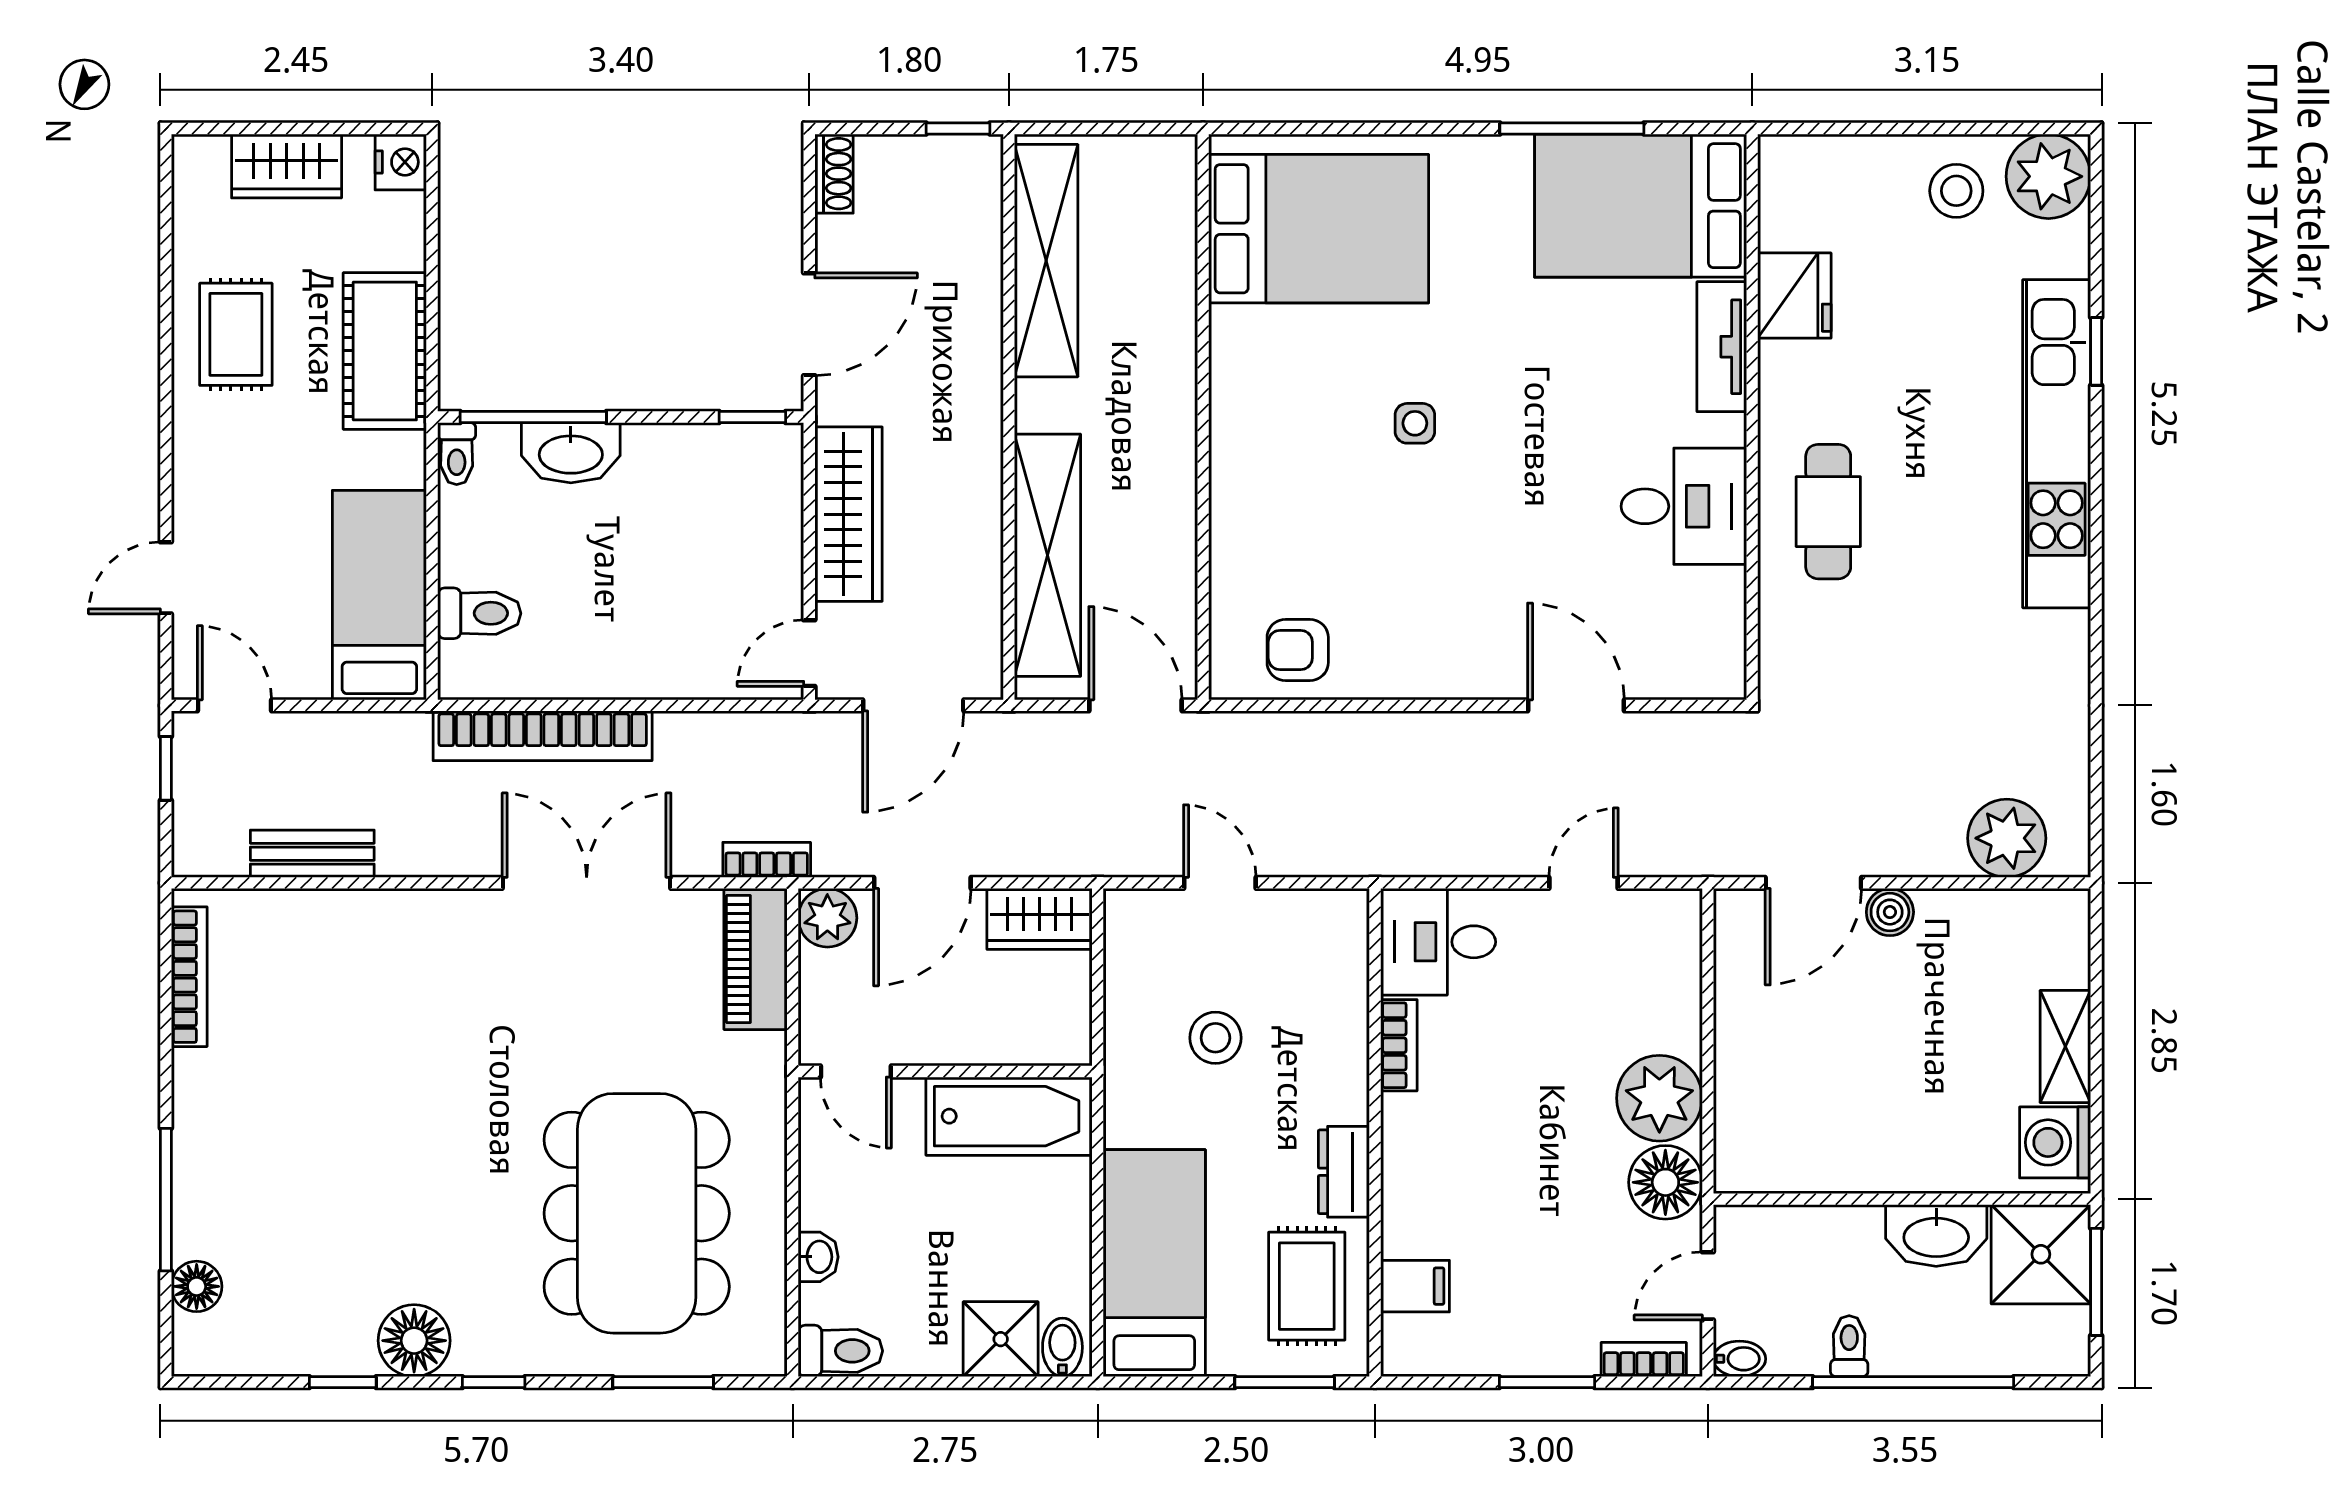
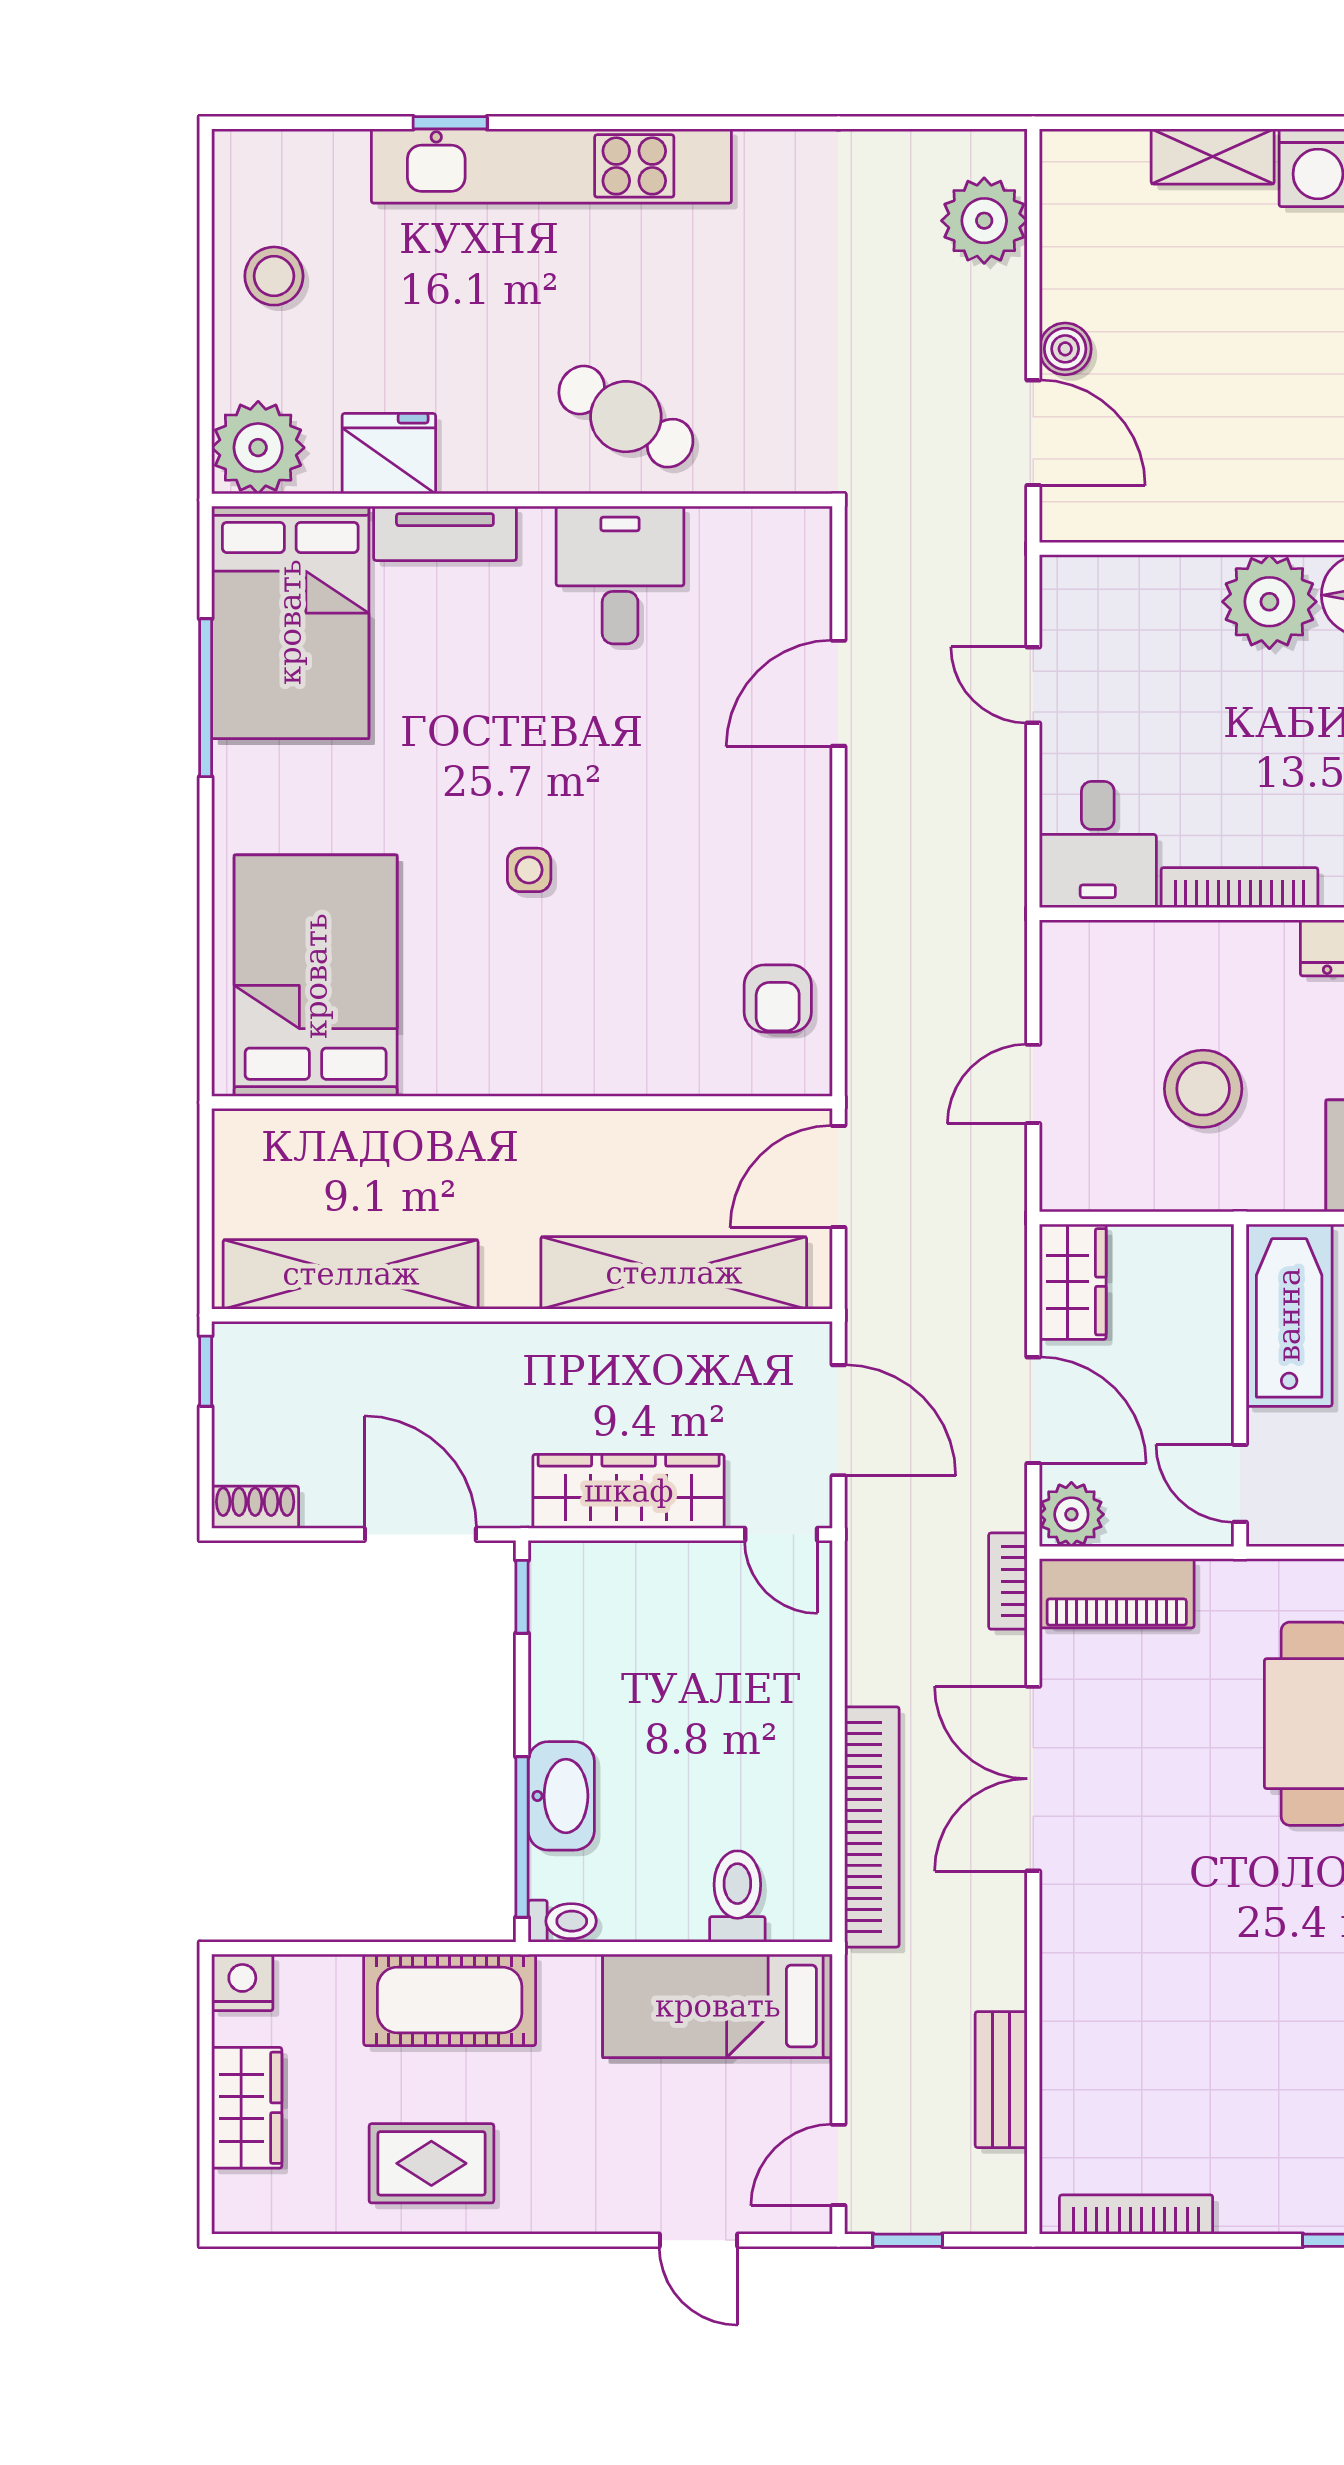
plant: (2048, 176) -> (258, 448), moved
cafe table: (1828, 512) -> (626, 417), turned 31
stool: (1215, 1038) -> (1203, 1089), width x1.38, depth x1.38
bookcase: (1399, 1045) -> (1239, 888), width x1.56
door: (856, 1071) -> (1240, 1483), swing flipped

